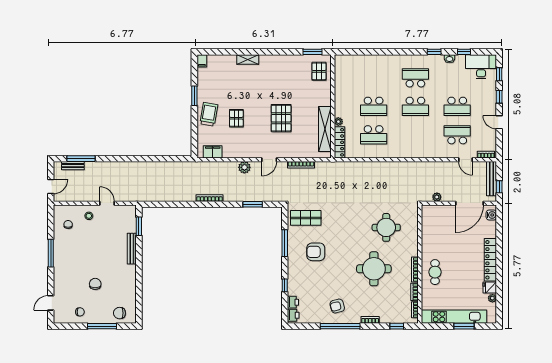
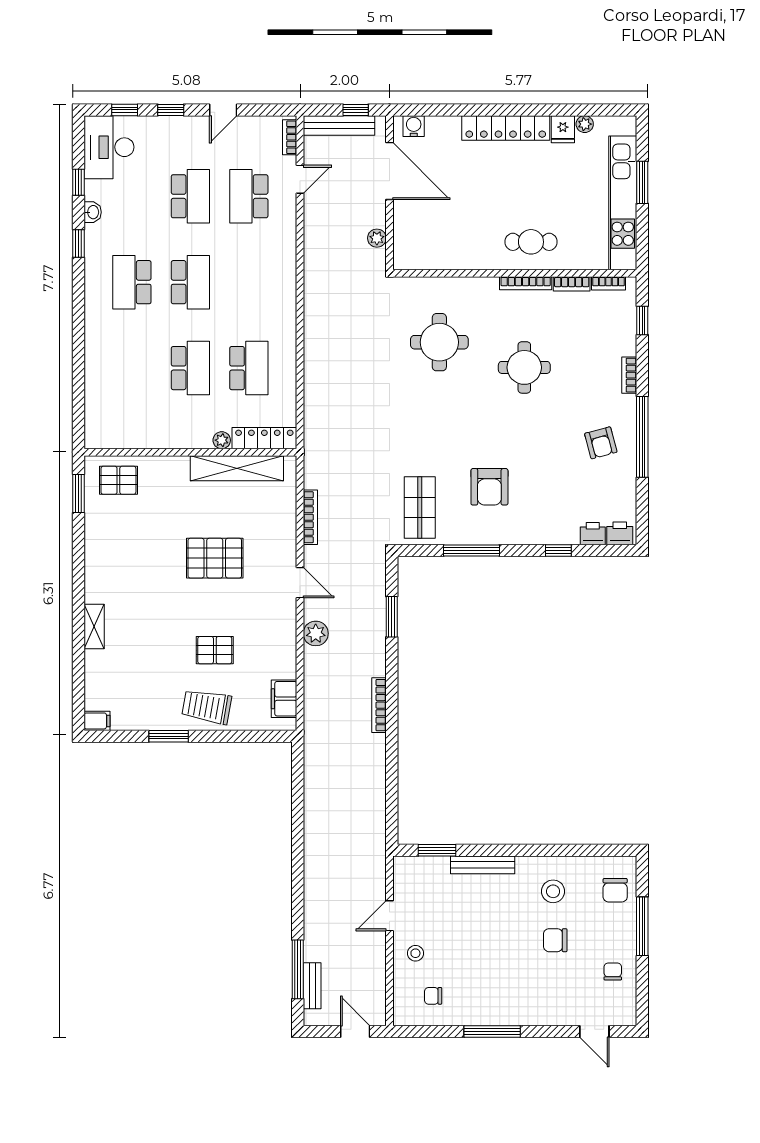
round table: (374, 269) -> (524, 367), width x0.73, depth x0.73
stool: (119, 283) -> (553, 891), added

